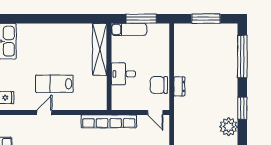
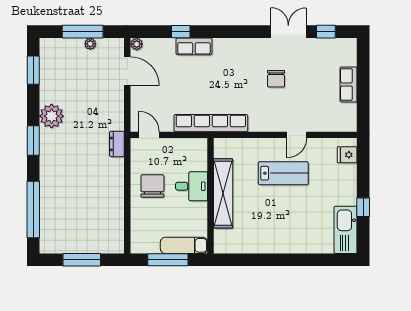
shelving: (100, 49) -> (223, 193), moved
chair: (159, 85) -> (152, 186), moved, turned -90
dresser: (179, 86) -> (117, 144), moved

